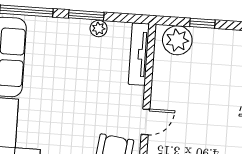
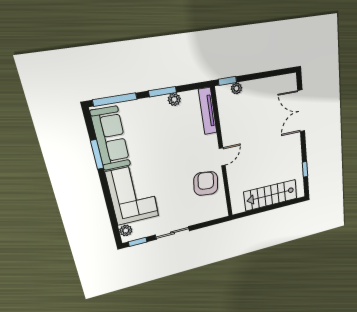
window: (202, 23) -> (227, 81), moved
plant: (177, 40) -> (236, 88), width x0.53, depth x0.53

